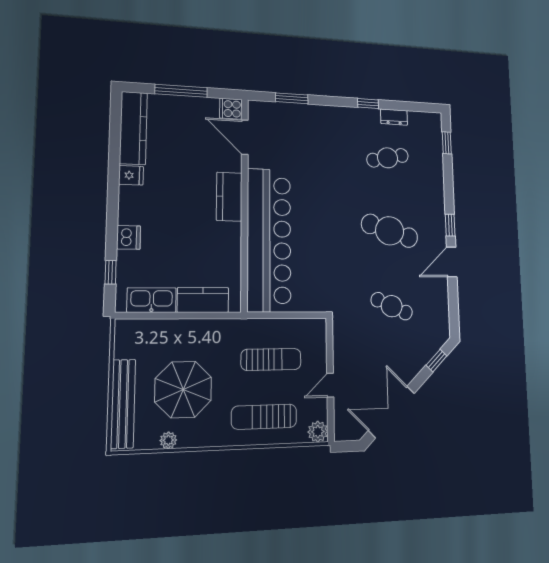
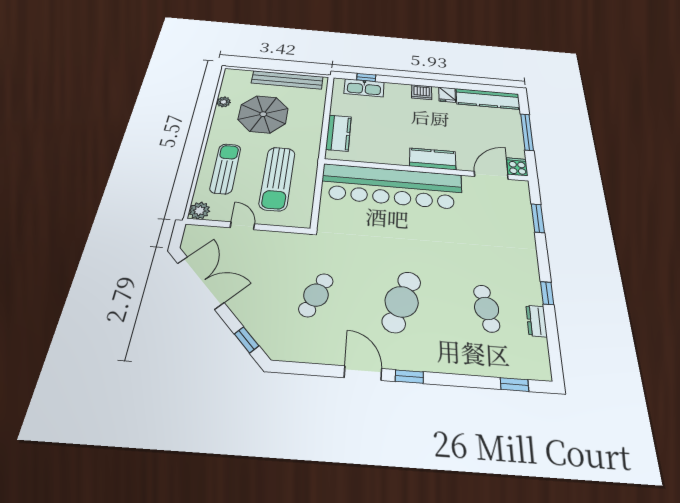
dishwasher: (129, 237) -> (422, 92), moved
kitchen sink: (152, 300) -> (364, 88), moved, turned 90
sun lounger: (271, 359) -> (277, 178), width x1.36, depth x1.34
bench: (123, 404) -> (287, 80), moved

